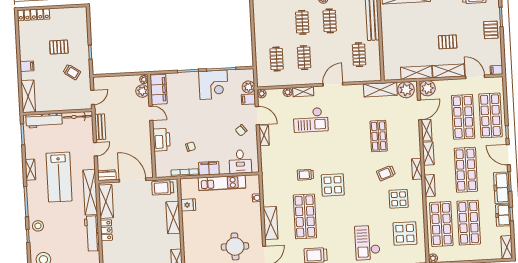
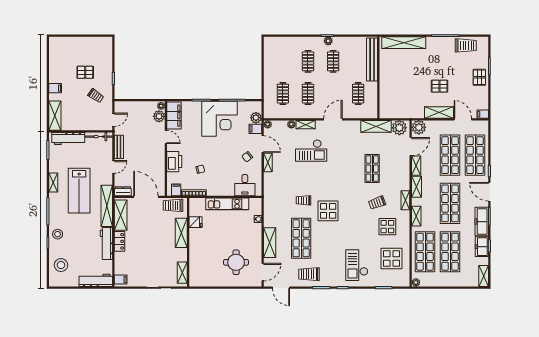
locker: (34, 15) -> (64, 42), removed
shelving: (416, 73) -> (410, 113), removed
corner desk: (213, 85) -> (220, 119), width x1.36, depth x1.36
filing cabinet: (209, 168) -> (176, 190), moved, width x0.50

